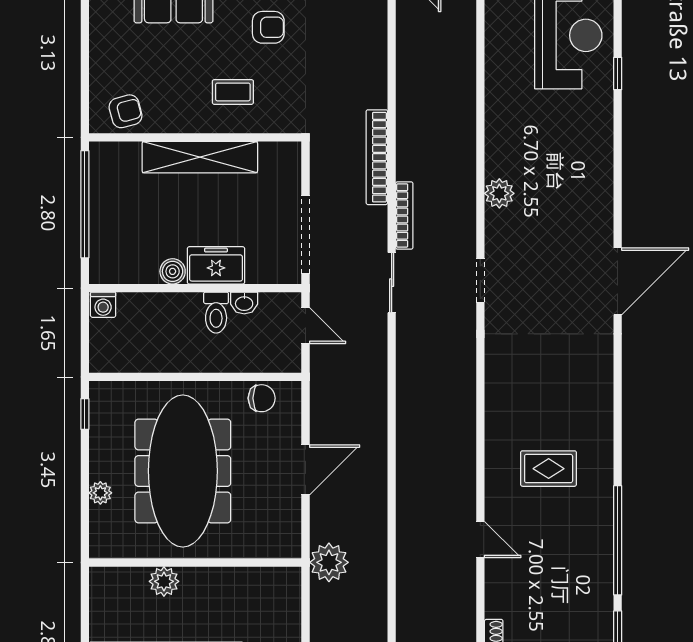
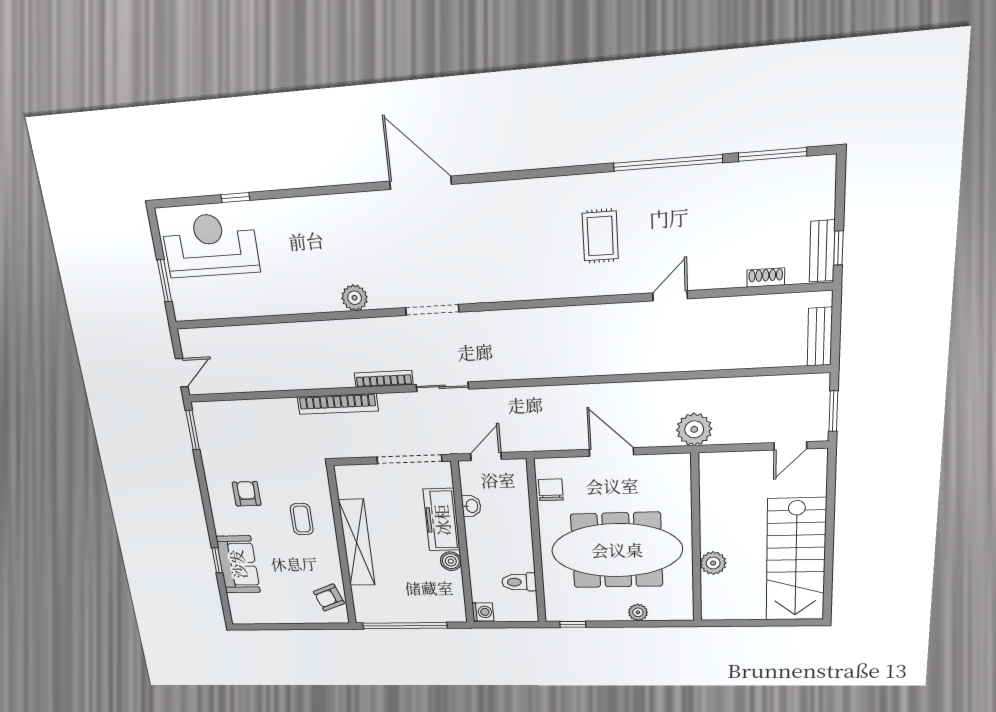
armchair: (126, 111) -> (329, 597), turned -96
freezer: (216, 265) -> (442, 520), width x1.40
doorway: (480, 280) -> (432, 310), width x1.38
toilet: (216, 313) -> (519, 582), moved, turned 180

